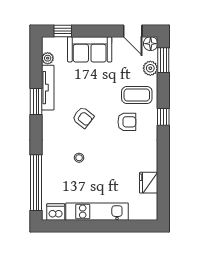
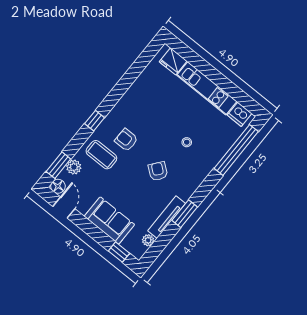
fridge: (149, 183) -> (173, 61), moved, turned 90

